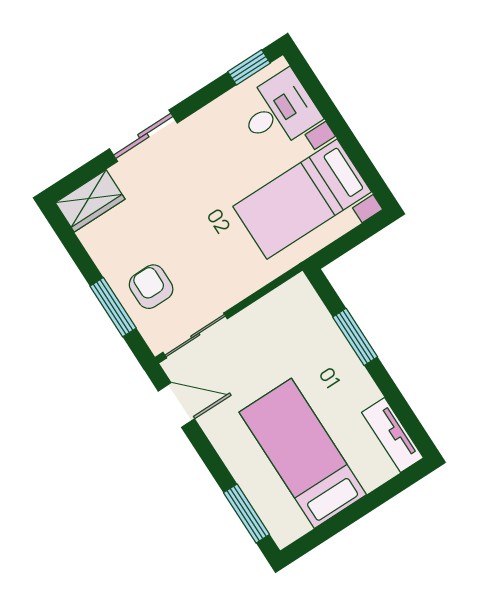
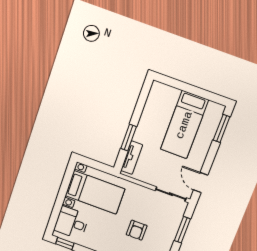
armchair: (151, 287) -> (137, 230), moved
tv unit: (393, 435) -> (132, 158), moved

